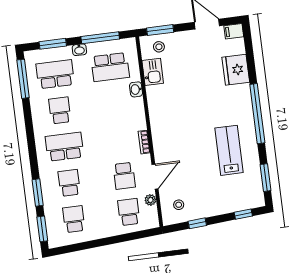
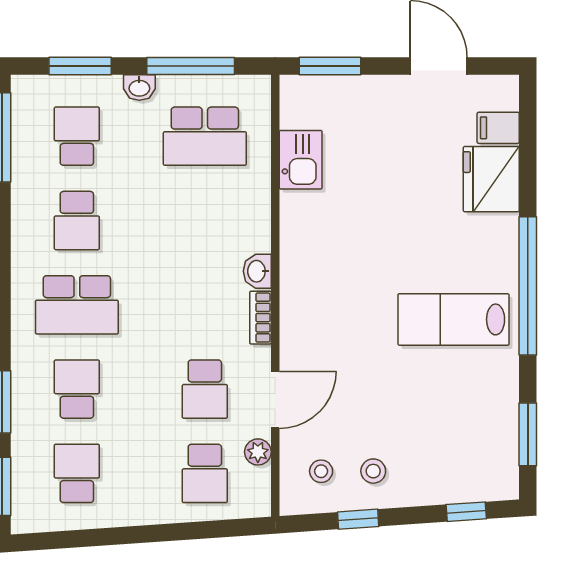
filing cabinet: (234, 31) -> (498, 128), moved
stool: (159, 47) -> (373, 471), moved
school desk: (55, 74) -> (77, 136), width x0.54
washbasin: (136, 89) -> (257, 271), moved
school desk: (60, 110) -> (77, 221), turned 180
school desk: (64, 147) -> (77, 305), turned 180
lab bench: (229, 150) -> (454, 319), moved, turned -90
school desk: (129, 212) -> (205, 473), turned 180

